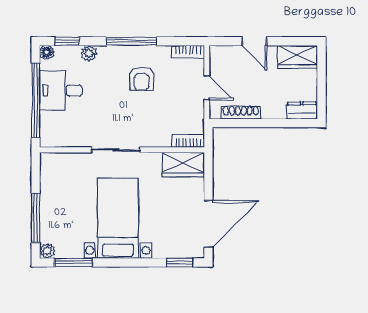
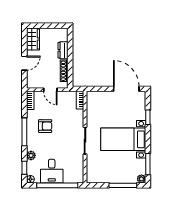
door: (207, 88) -> (50, 90), swing flipped
dresser: (302, 110) -> (63, 50), moved
wardrobe: (183, 164) -> (93, 103), removed
window: (180, 263) -> (148, 117), moved

